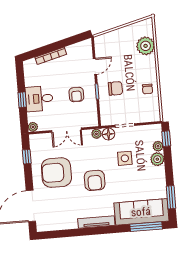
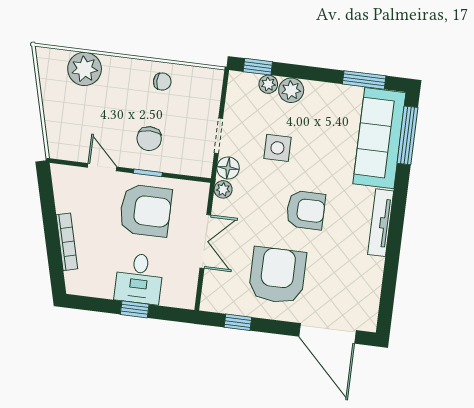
chair: (115, 88) -> (149, 139), turned 180
armchair: (76, 95) -> (145, 211), width x1.88, depth x1.88
plant: (33, 127) -> (187, 300), removed
armchair: (56, 173) -> (277, 275), turned 180

